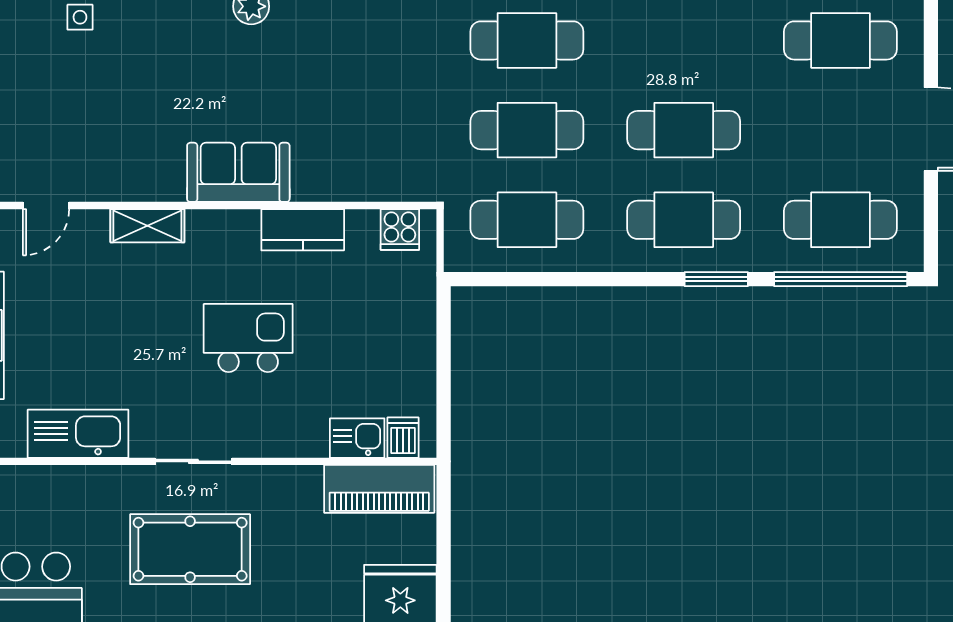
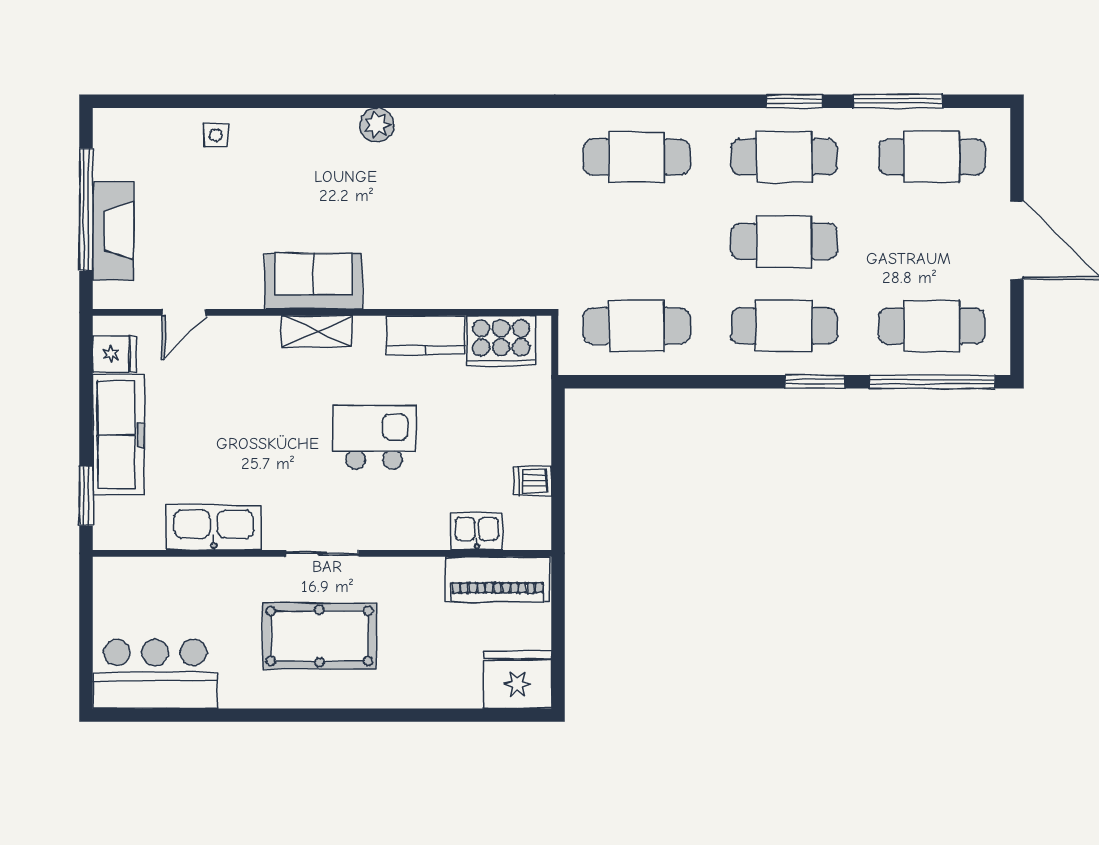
cafe table: (527, 130) -> (784, 157), moved
sofa: (238, 172) -> (314, 281), moved
shelving: (147, 226) -> (317, 331), moved
cooker: (400, 229) -> (501, 341), width x1.87, depth x1.31
dishwasher: (403, 438) -> (532, 481), moved, turned -90

